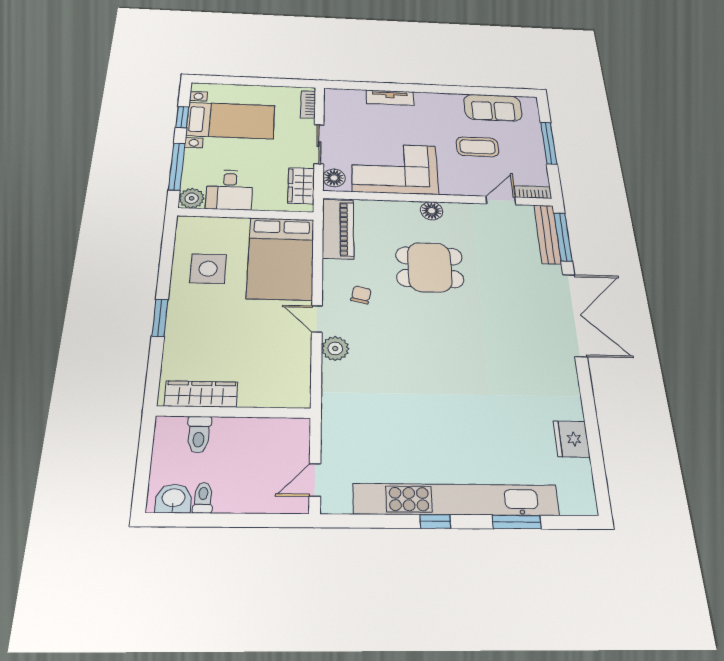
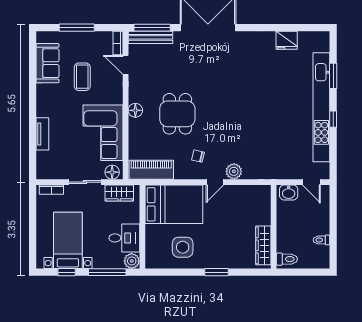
toilet: (199, 435) -> (287, 259), moved
washbasin: (173, 499) -> (289, 192), moved, turned -90

